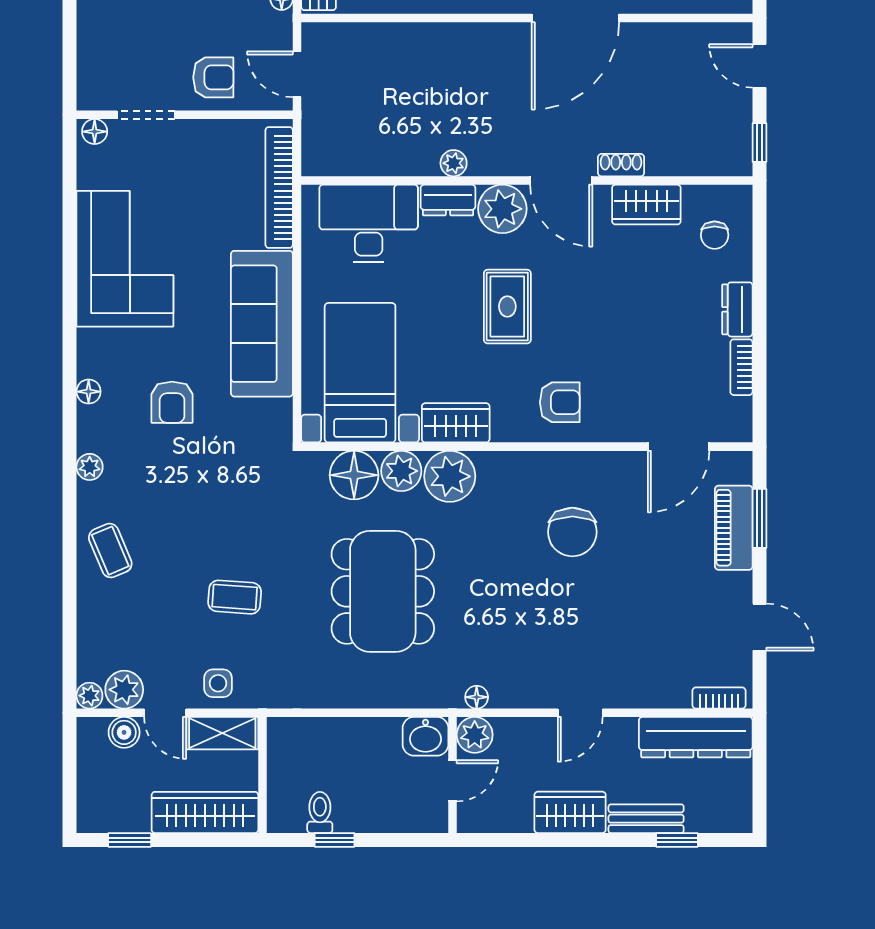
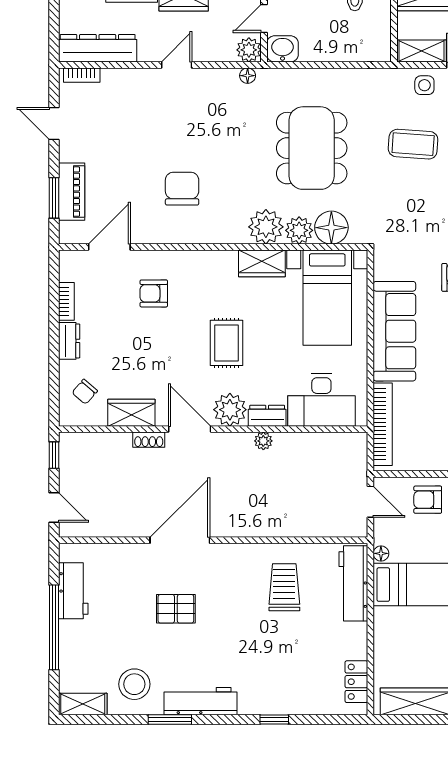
chair: (715, 235) -> (85, 392), turned -139
armchair: (560, 402) -> (154, 293), moved
coffee table: (235, 597) -> (413, 144), width x1.36, depth x1.30

